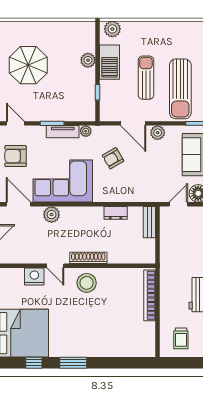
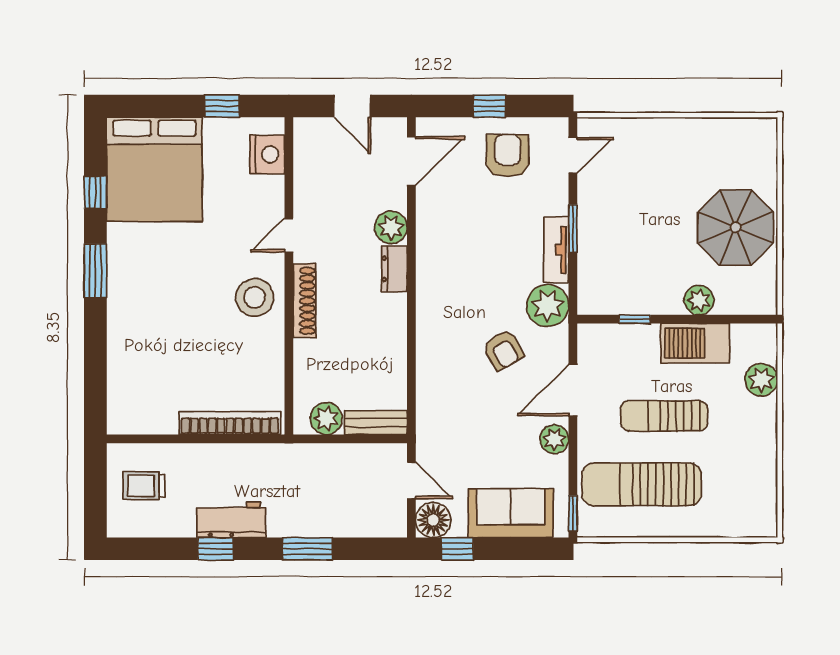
plant: (112, 29) -> (761, 380), moved
parasol: (28, 65) -> (736, 227), moved
sun lounger: (146, 78) -> (664, 416), turned 180
plant: (86, 131) -> (548, 306), width x1.88, depth x1.88
armchair: (113, 158) -> (503, 350), turned 180
corner sofa: (63, 181) -> (458, 250), removed
dresser: (116, 213) -> (394, 269), moved
plant: (147, 247) -> (326, 419), added
nightstand: (34, 276) -> (267, 154), moved

